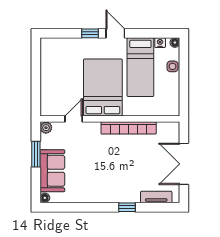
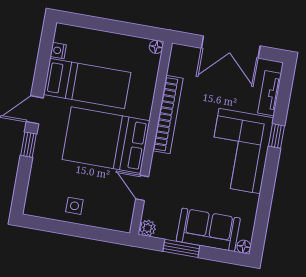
floor lamp: (175, 43) -> (156, 47), moved
side table: (173, 66) -> (74, 206), moved
corner sofa: (112, 183) -> (240, 151), added

